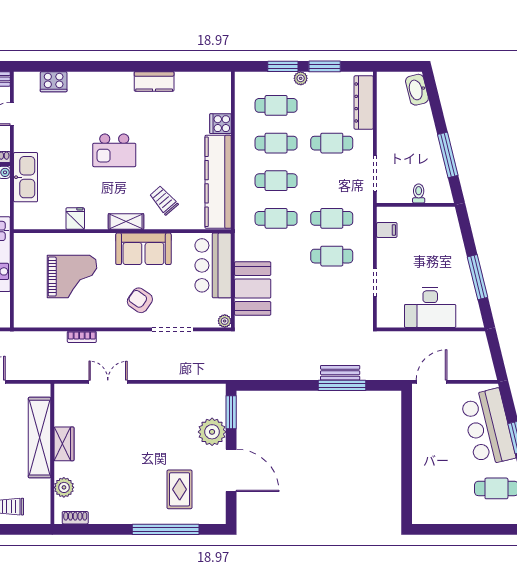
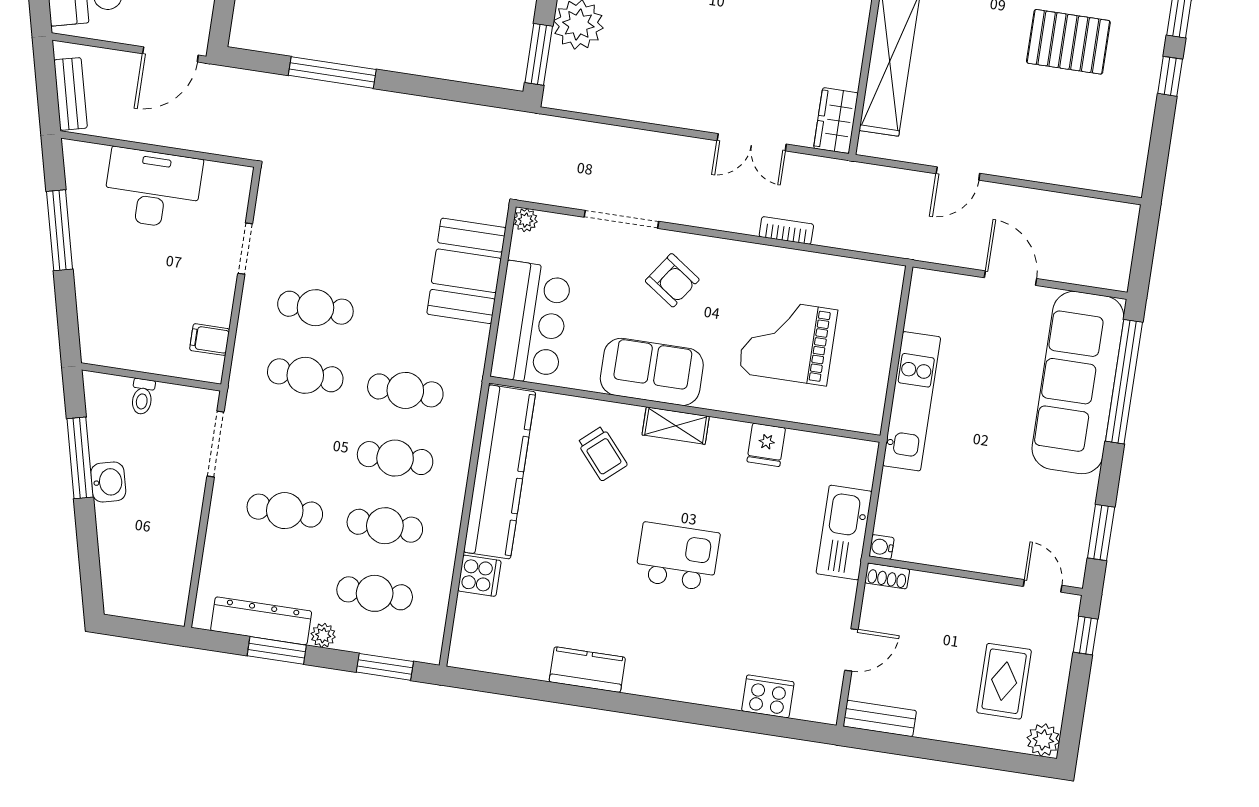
window: (283, 66) -> (385, 667), moved
washbasin: (417, 90) -> (108, 482), moved, width x0.72
dresser: (364, 102) -> (261, 621), moved, turned -90
bench: (340, 373) -> (71, 94), moved, turned 76
wardrobe: (64, 444) -> (836, 121), moved

